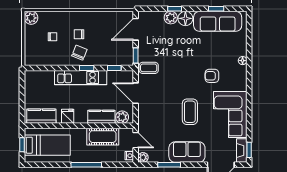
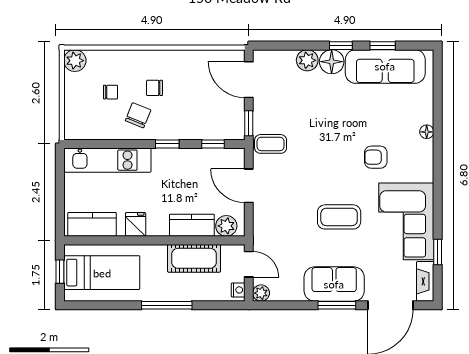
window: (175, 9) -> (341, 46), moved
door: (136, 29) -> (249, 80), hinge flipped
chair: (79, 53) -> (138, 115), moved
kitchen unit: (81, 78) -> (108, 160), moved
coffee table: (190, 112) -> (339, 217), turned 90
window: (249, 150) -> (438, 252), moved
window: (169, 165) -> (337, 305), moved

